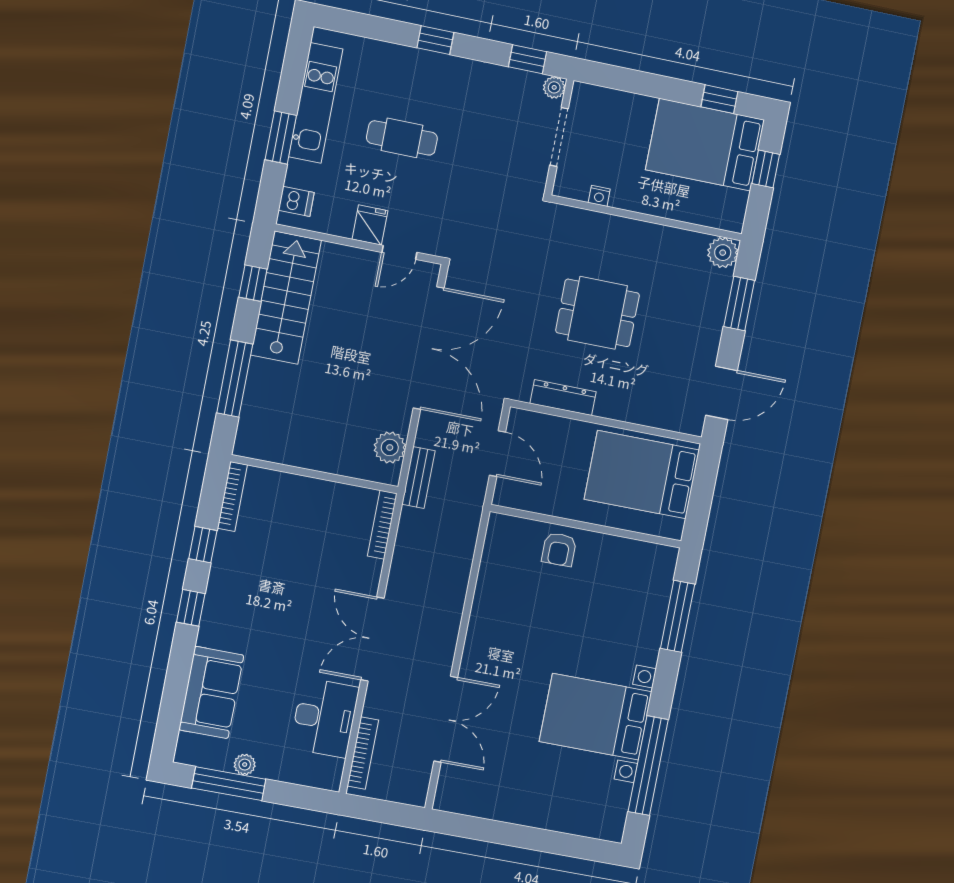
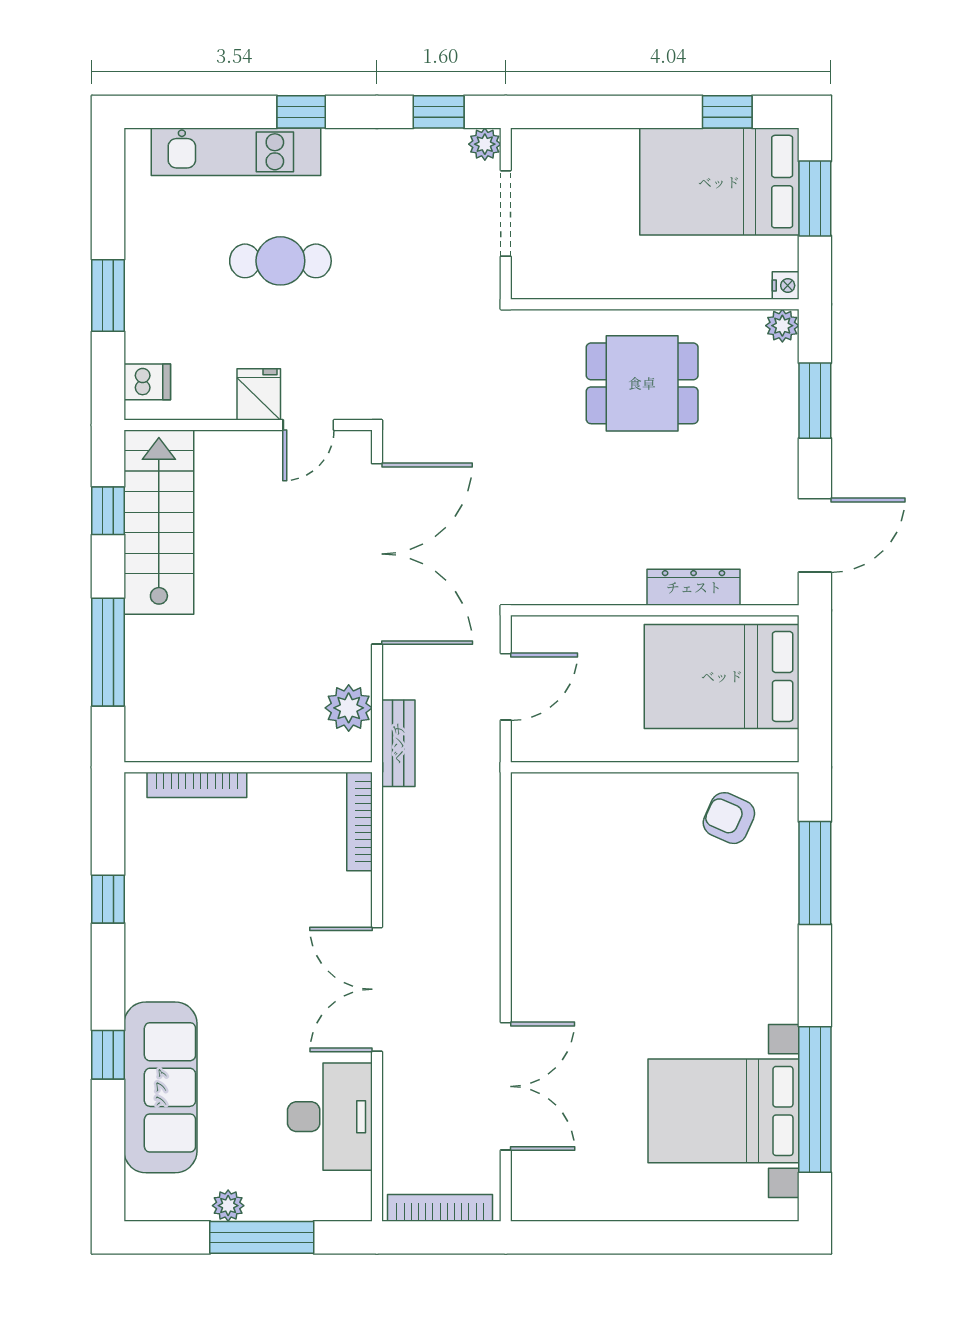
kitchen unit: (316, 103) -> (236, 152), moved, turned 90
window: (766, 169) -> (815, 199), width x1.50
nightstand: (599, 196) -> (786, 285), moved, turned -90
plant: (723, 253) -> (782, 326), width x0.73, depth x0.73
dining table: (597, 313) -> (642, 383), moved
dresser: (563, 398) -> (694, 587), moved
door: (497, 454) -> (506, 687), hinge flipped
bookcase: (232, 496) -> (197, 785), moved, turned 90
armchair: (559, 549) -> (729, 818), moved, turned 114
window: (191, 608) -> (108, 1055), moved
sofa: (211, 692) -> (160, 1087), width x1.36
bed with nightstands: (596, 717) -> (723, 1111), moved
bookcase: (363, 753) -> (440, 1208), moved, turned -90
window: (229, 784) -> (262, 1237), moved

